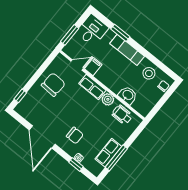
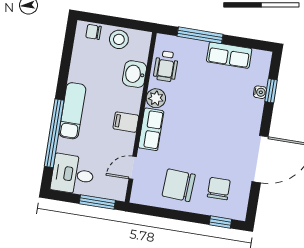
window: (120, 33) -> (54, 133), width x2.11
door: (77, 65) -> (133, 168), hinge flipped
filing cabinet: (93, 67) -> (126, 122), moved
stool: (149, 73) -> (119, 39), moved
chair: (75, 135) -> (219, 189), moved
window: (116, 158) -> (200, 35), moved

